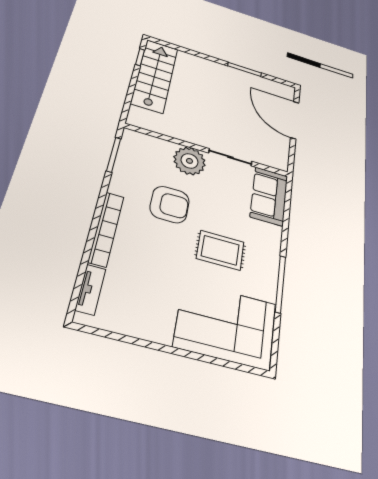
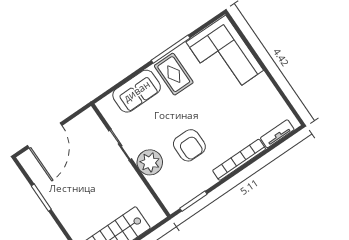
sofa: (269, 196) -> (137, 91), moved
armchair: (170, 204) -> (189, 145), turned 180
rug: (220, 250) -> (174, 74), moved

